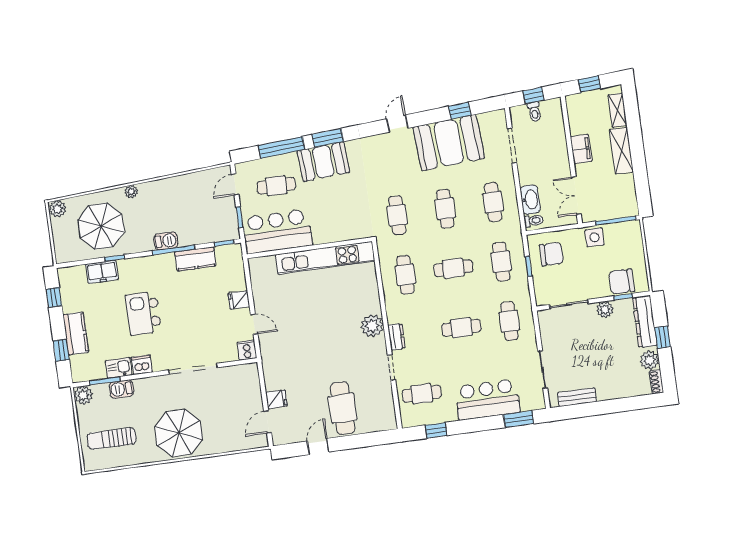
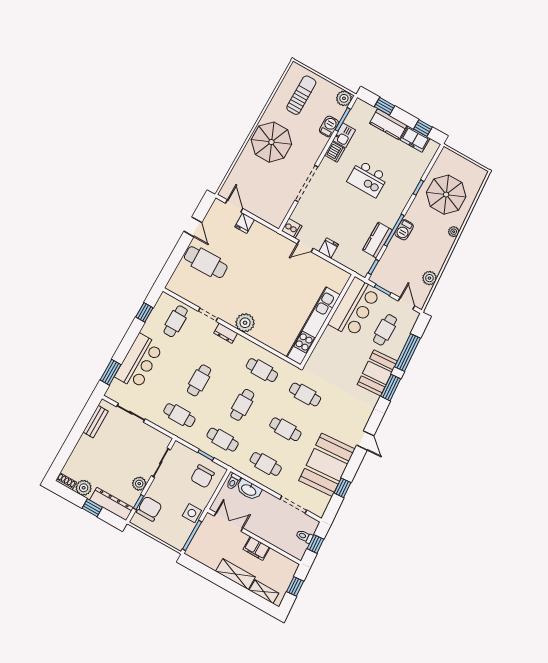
plant: (58, 209) -> (429, 278), moved
freezer: (102, 272) -> (415, 139), moved, turned -90
kitchen island: (143, 313) -> (368, 179), turned 180

